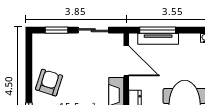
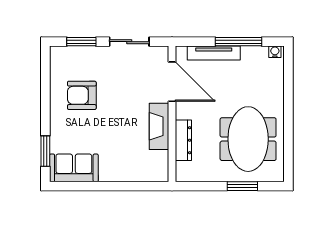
window: (158, 30) -> (239, 42), moved
armchair: (49, 83) -> (82, 95), moved, turned -108

